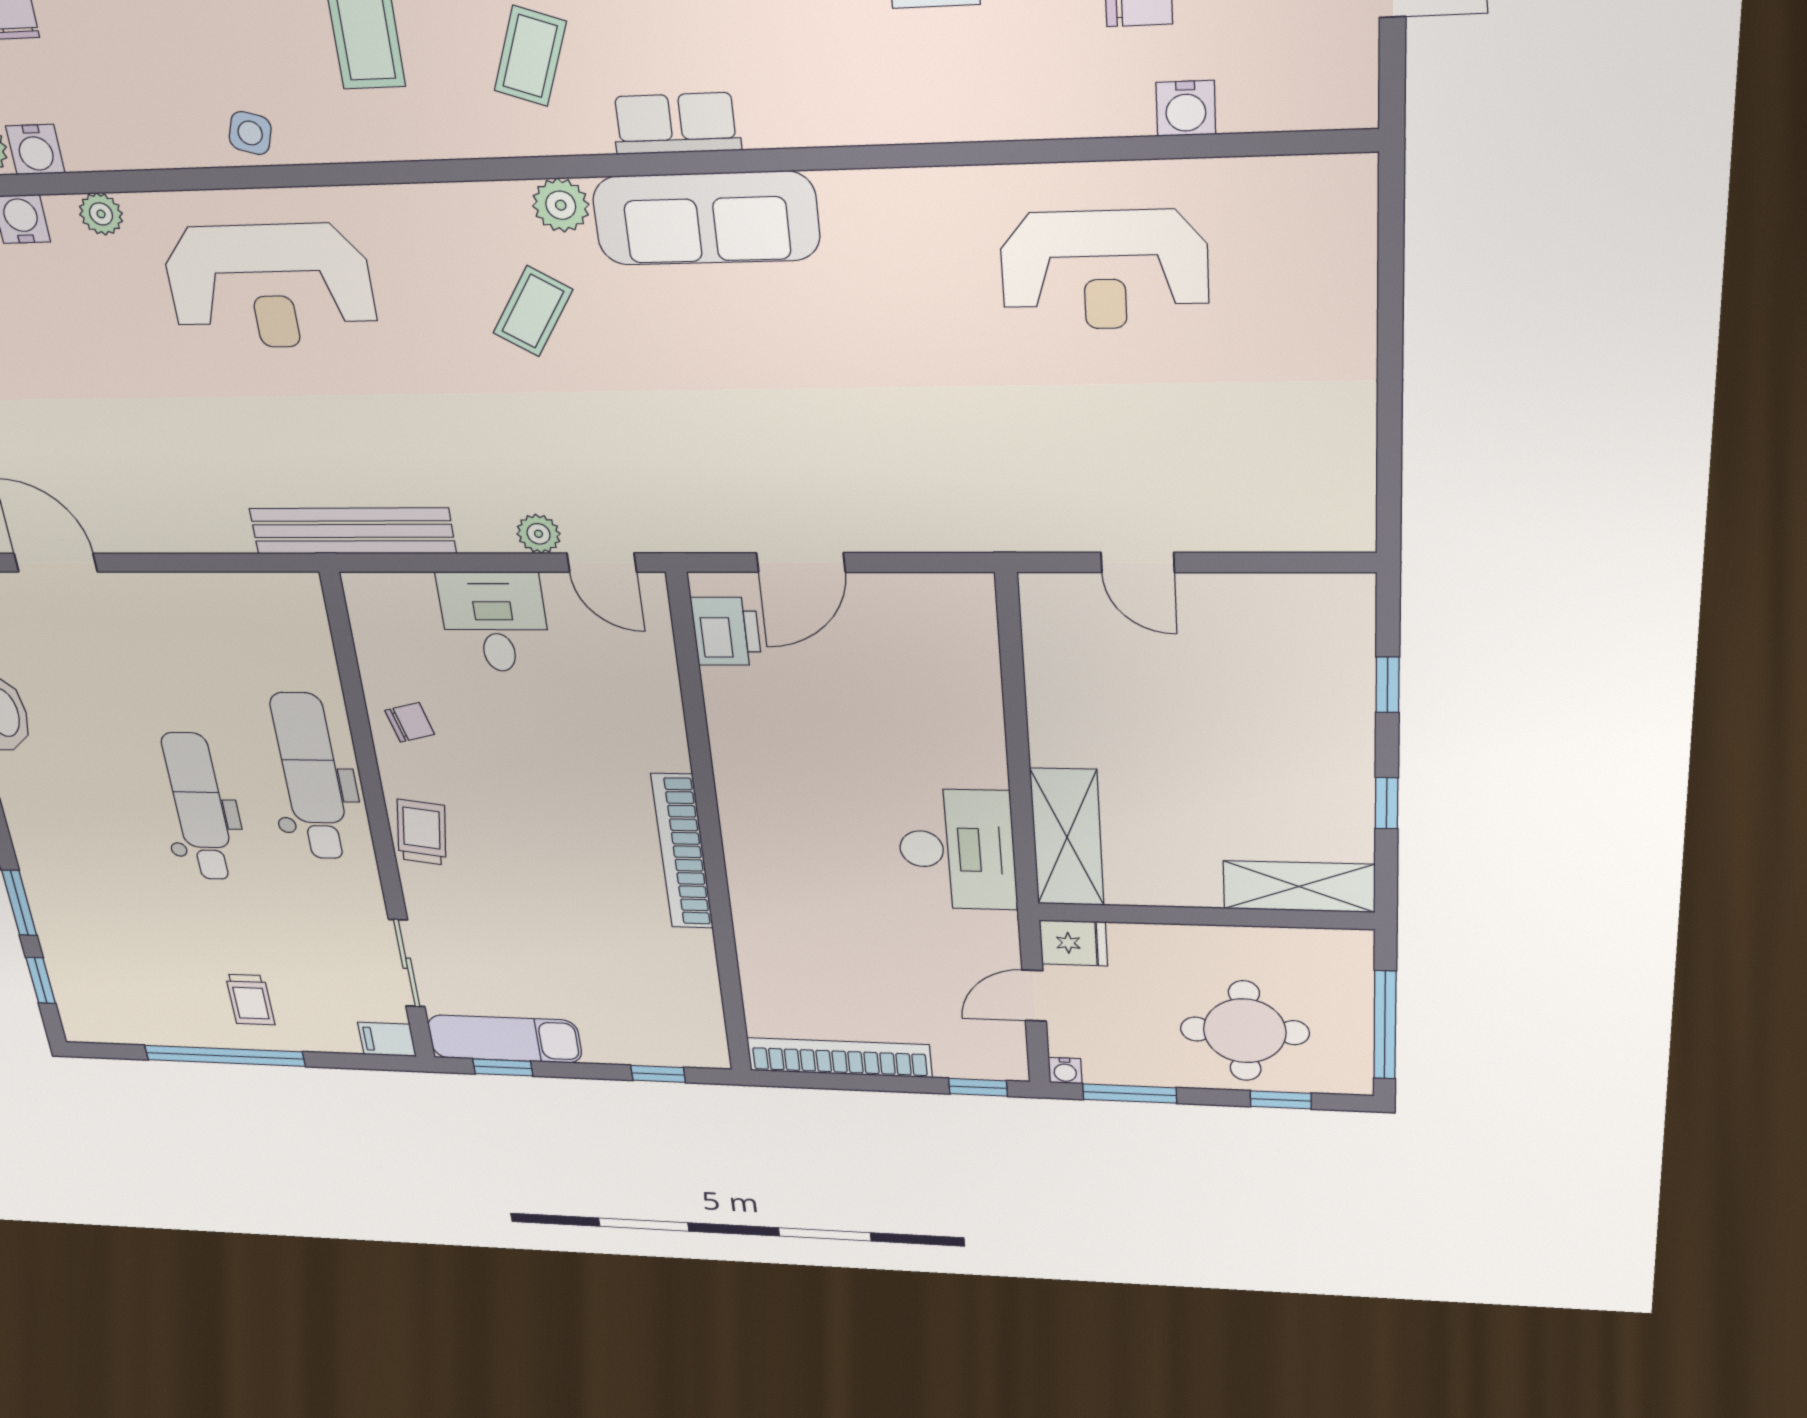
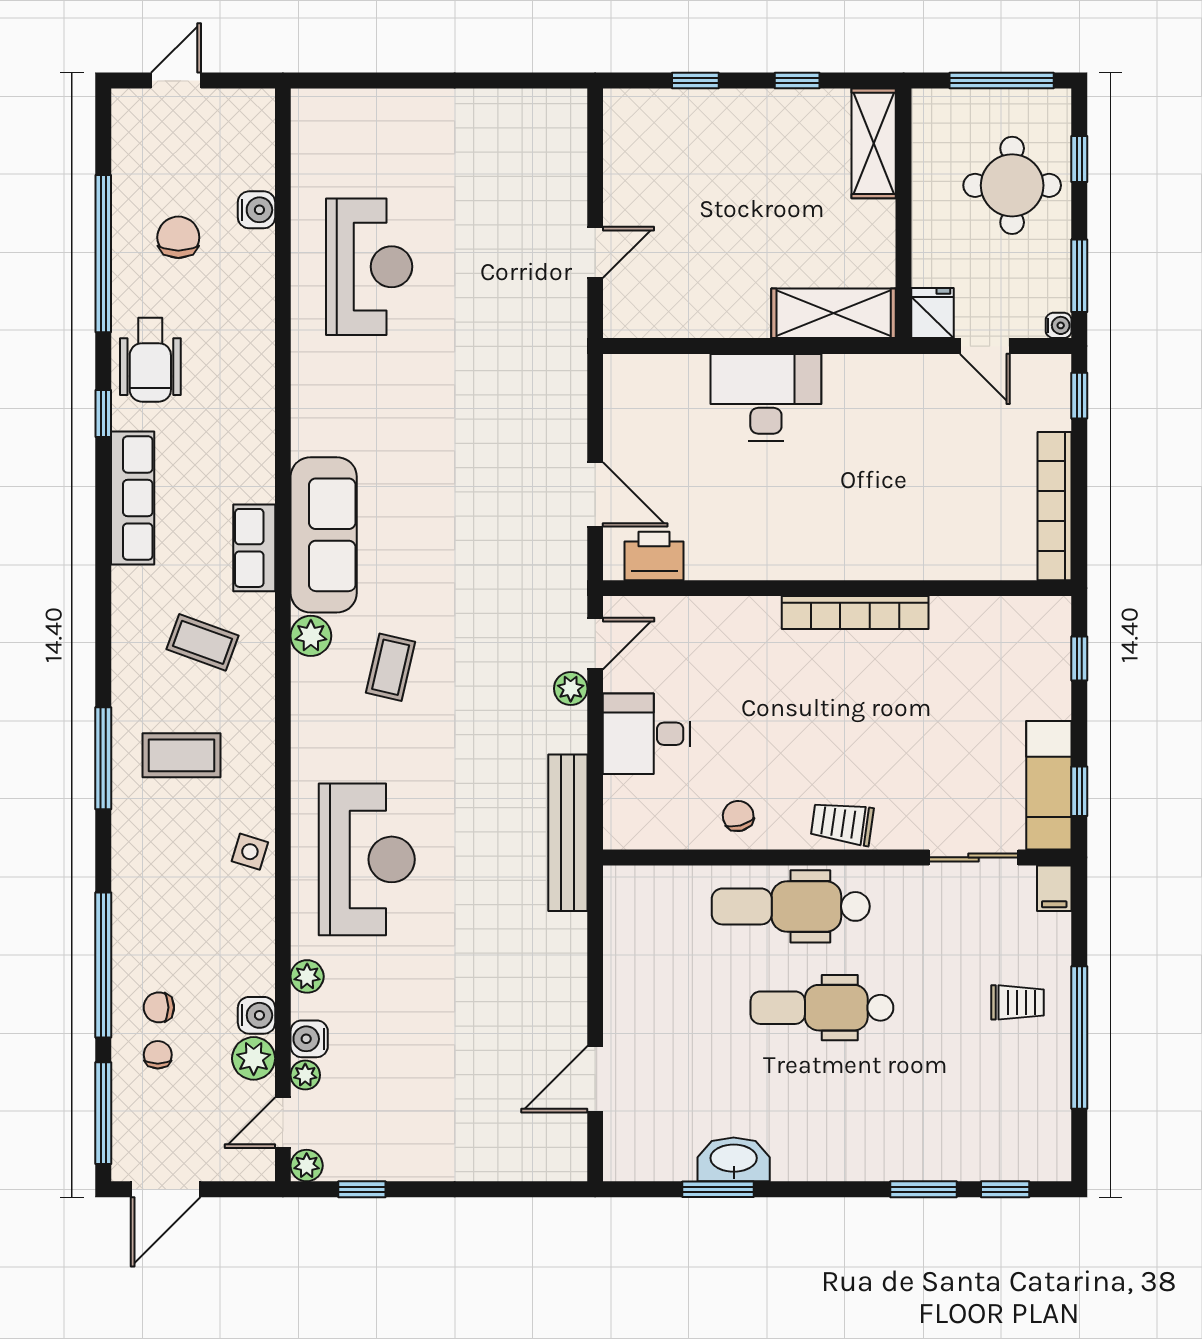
coffee table: (533, 311) -> (391, 667), turned 71
desk: (957, 850) -> (766, 397), moved

